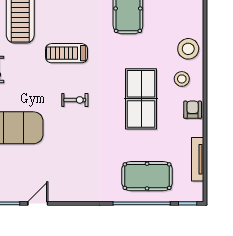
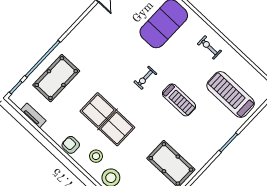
treadmill: (67, 53) -> (179, 100), turned 90
armchair: (193, 110) -> (71, 145), turned 180
tv unit: (198, 159) -> (33, 115), width x0.71

